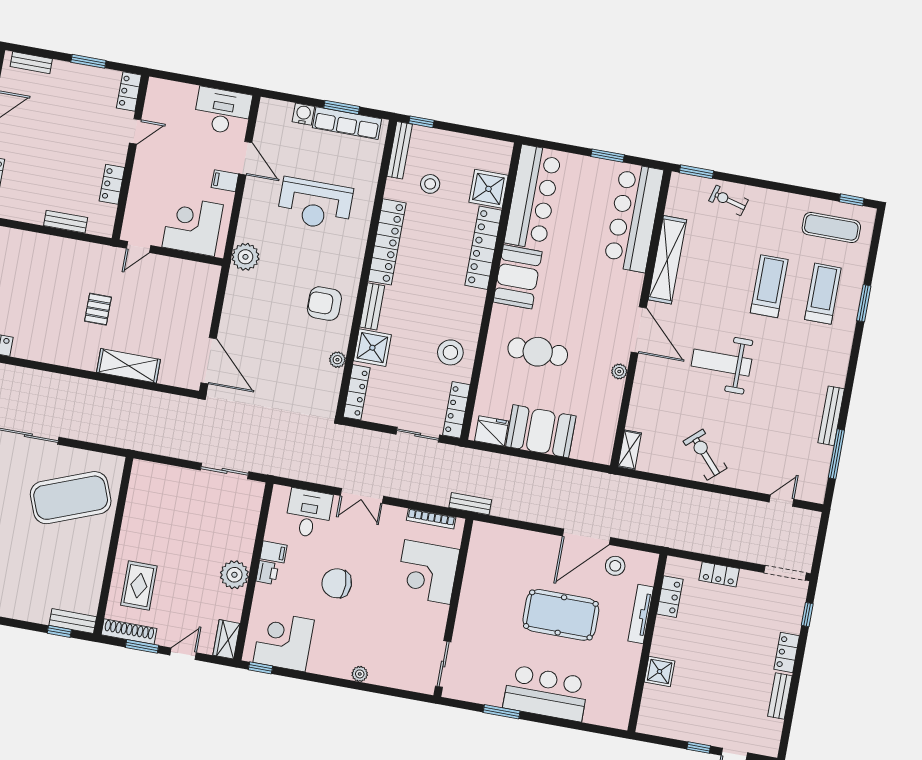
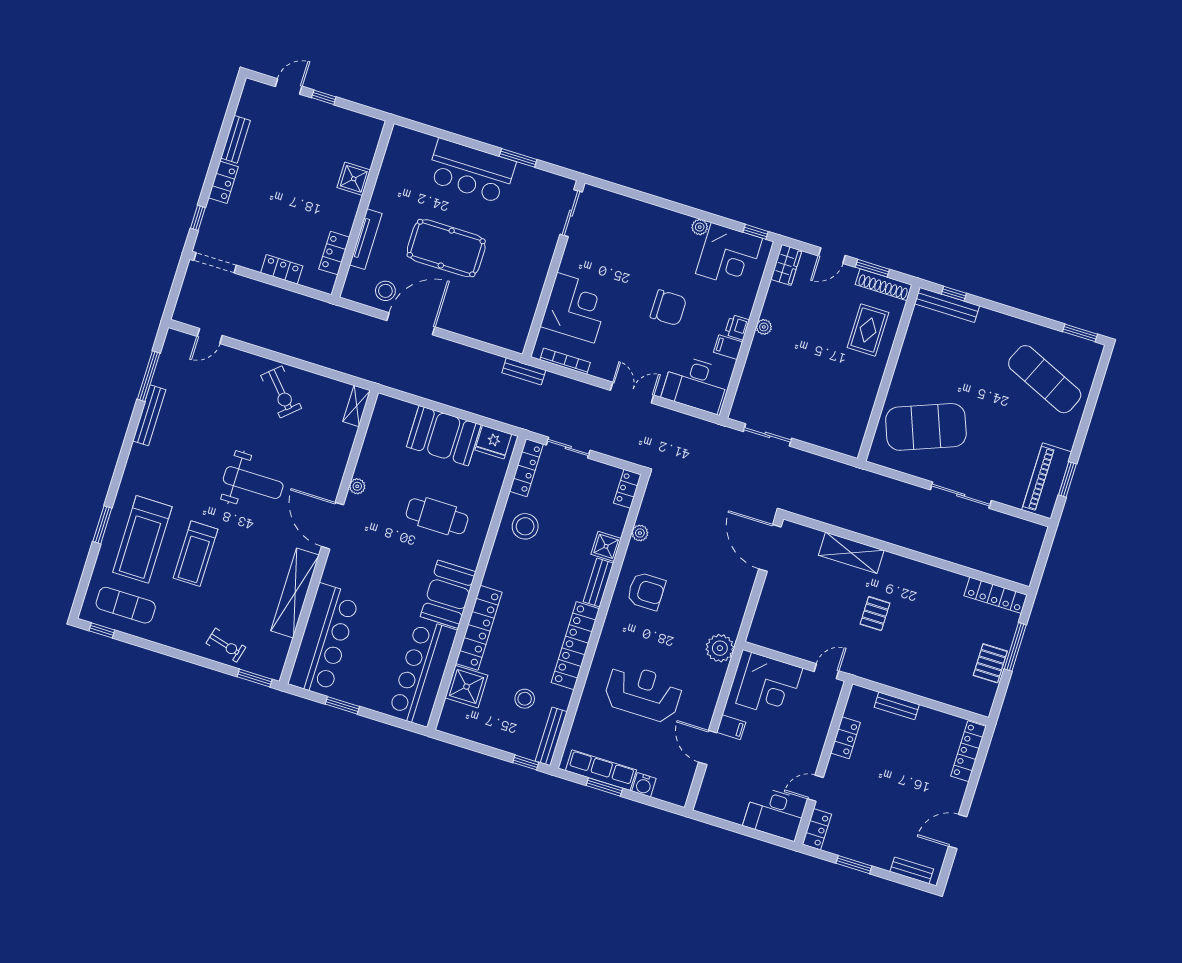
desk: (223, 111) -> (775, 813), moved
treadmill: (823, 294) -> (142, 539), width x1.37, depth x1.38
shower: (372, 348) -> (606, 546), width x0.73, depth x0.73
locker: (357, 392) -> (627, 489), width x0.66
desk: (309, 513) -> (696, 384), width x1.37
plant: (234, 575) -> (764, 327), width x0.53, depth x0.53
bench: (73, 621) -> (947, 305), width x1.36
plant: (360, 674) -> (700, 227), moved

